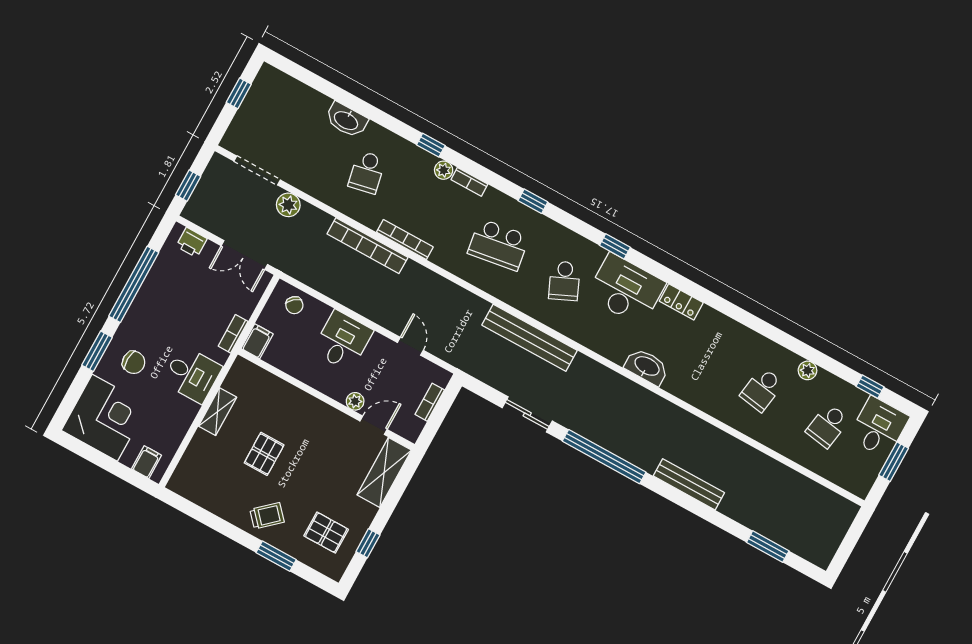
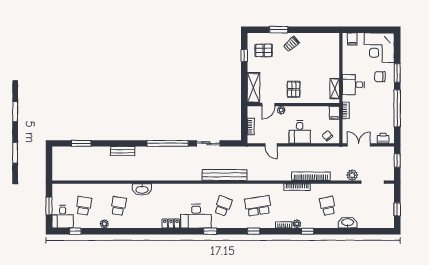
school desk: (564, 281) -> (223, 206), turned 45
washbasin: (647, 367) -> (142, 189), moved
shelving: (218, 412) -> (335, 89), moved
pallet: (264, 454) -> (294, 89), moved
bench: (689, 484) -> (123, 151), width x0.73

